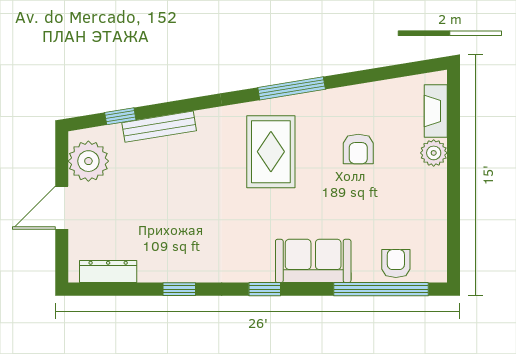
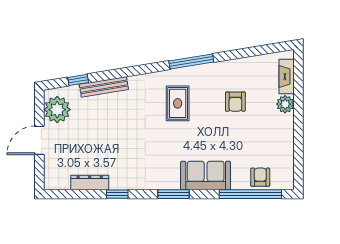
rug: (271, 152) -> (178, 103), width x0.73, depth x0.70
dresser: (108, 272) -> (90, 183), moved
window: (265, 289) -> (174, 194), width x1.50

